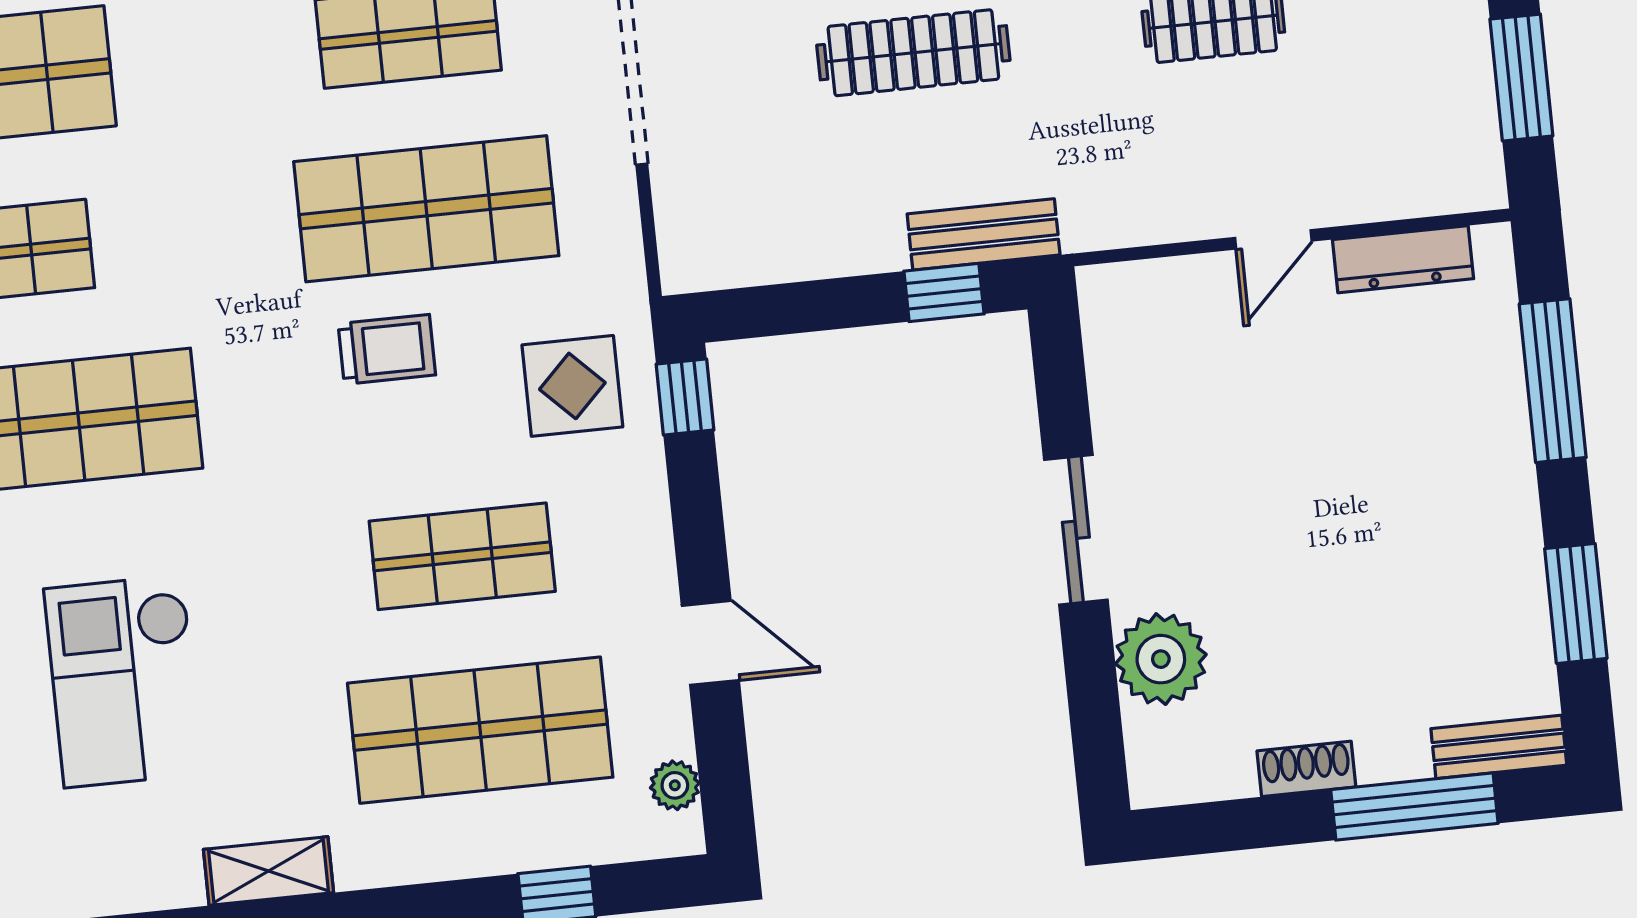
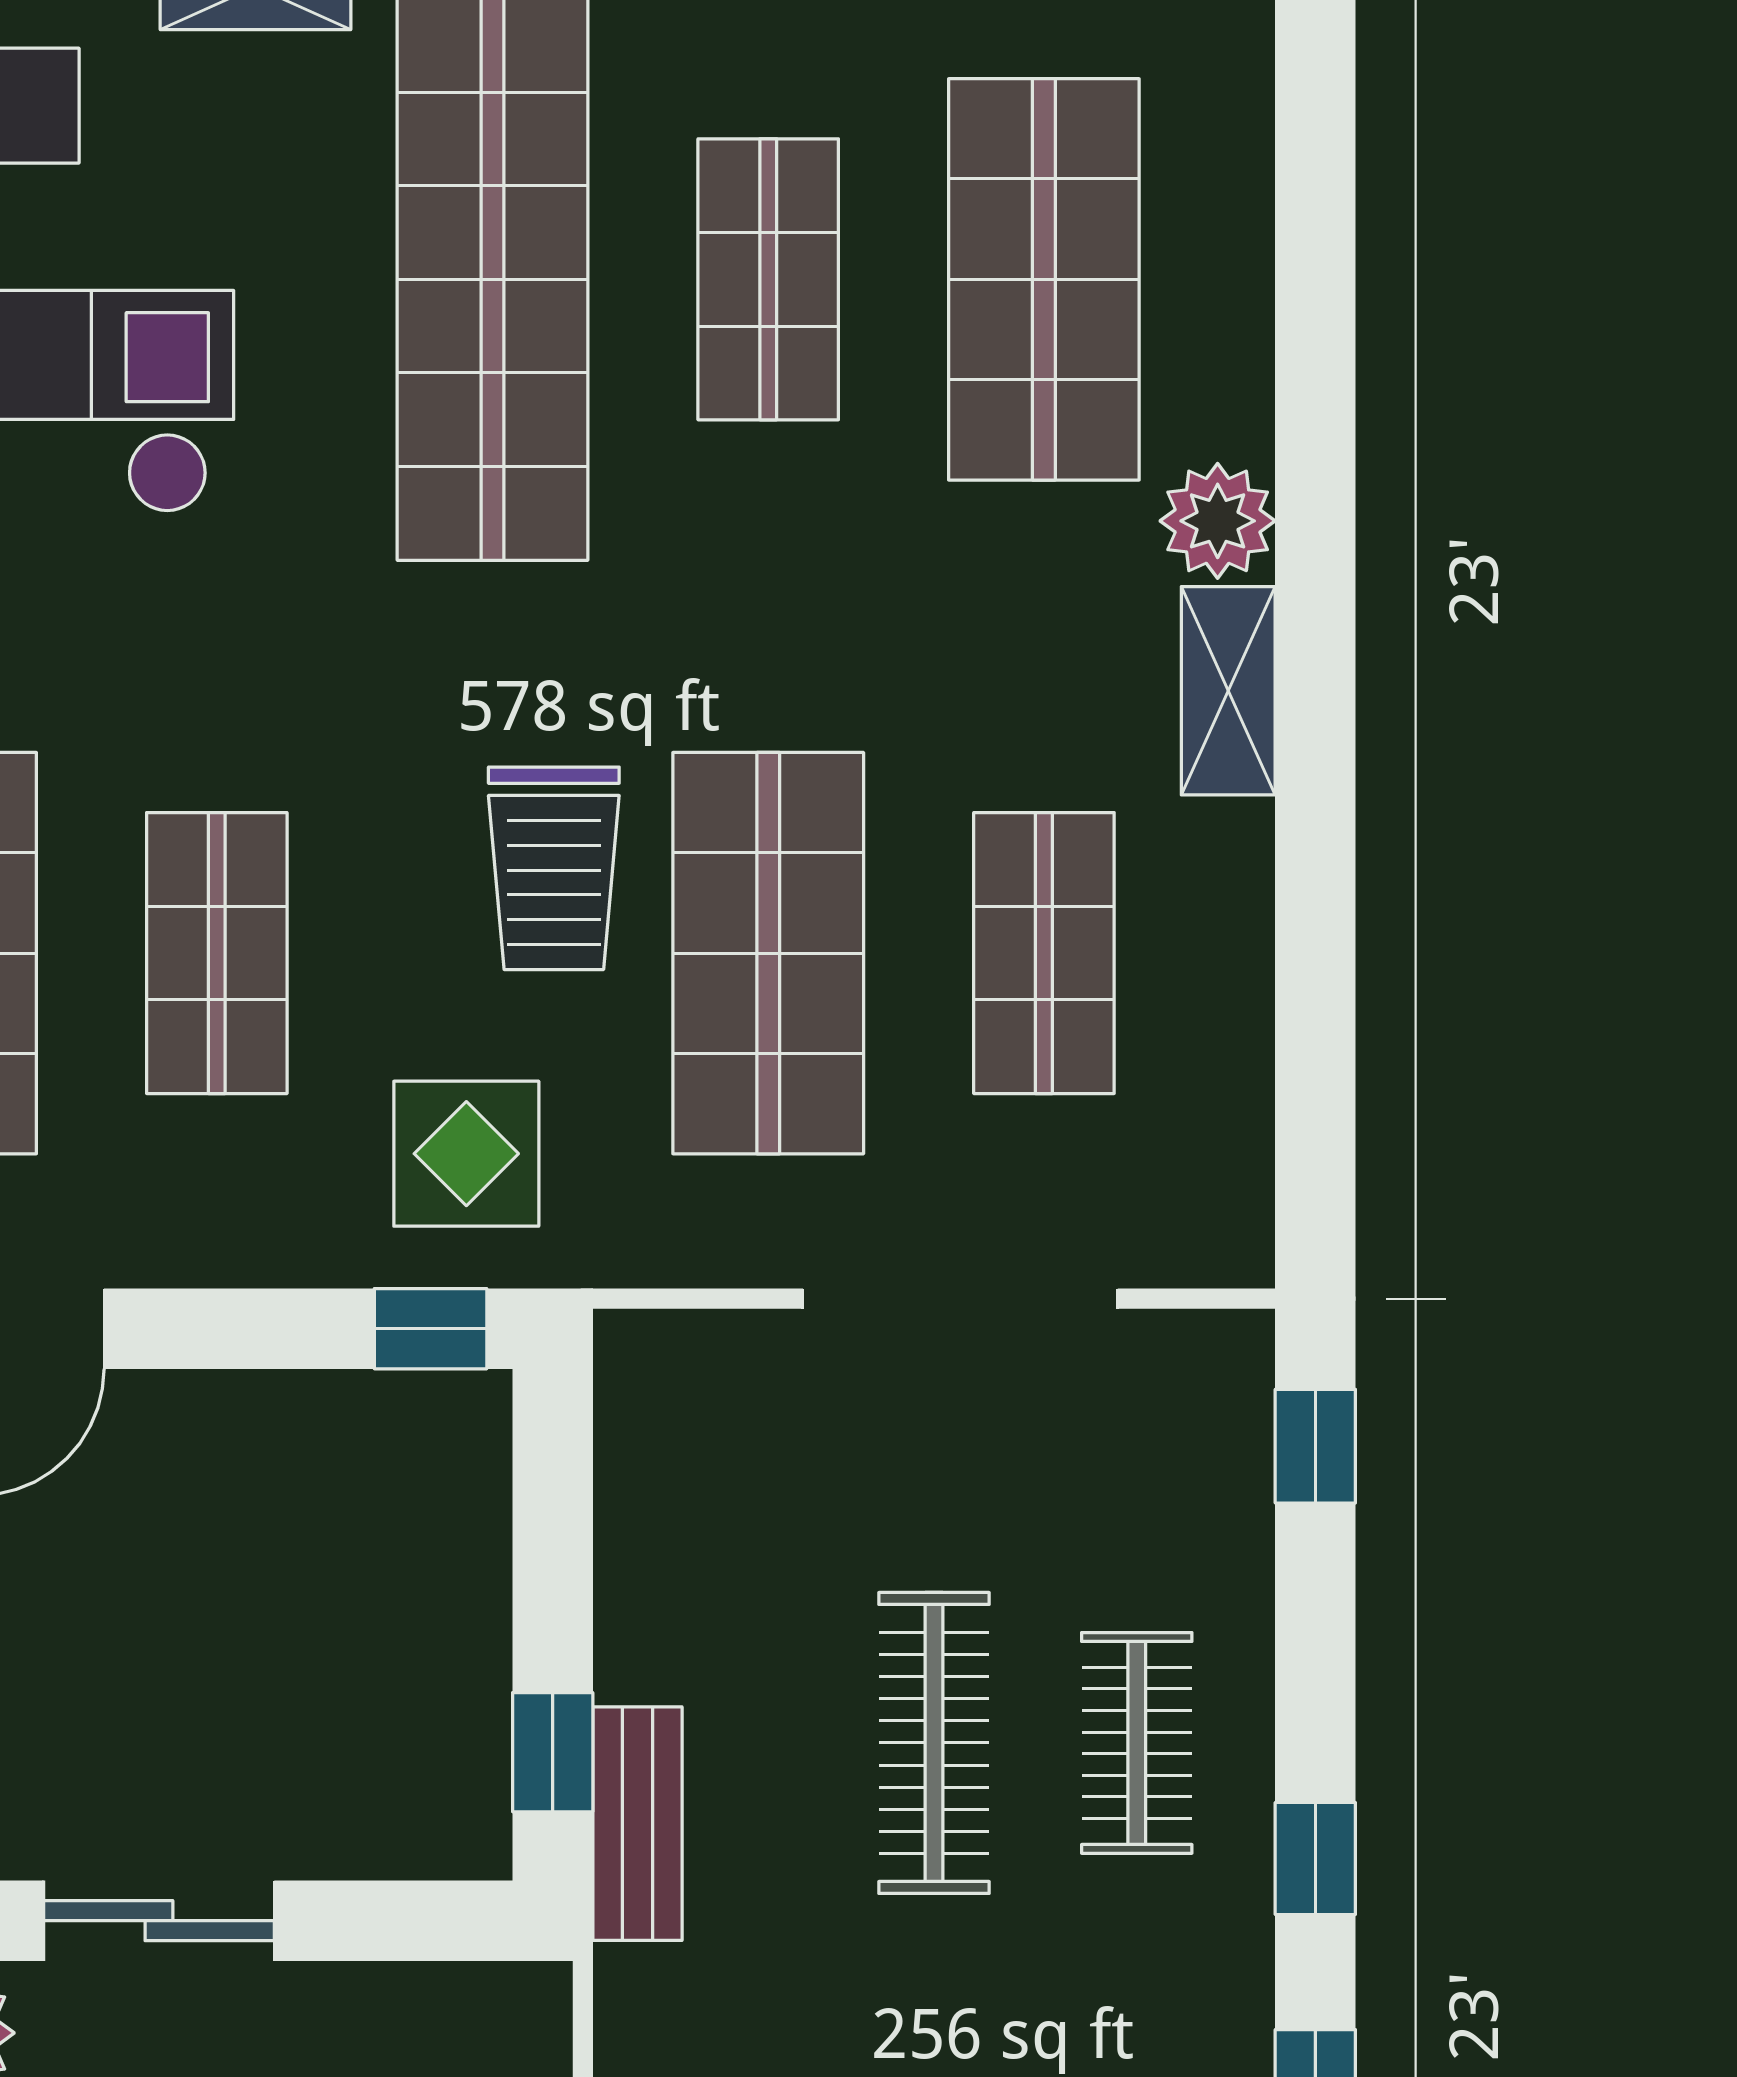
trolley: (387, 349) -> (554, 868), width x1.36, depth x1.39

